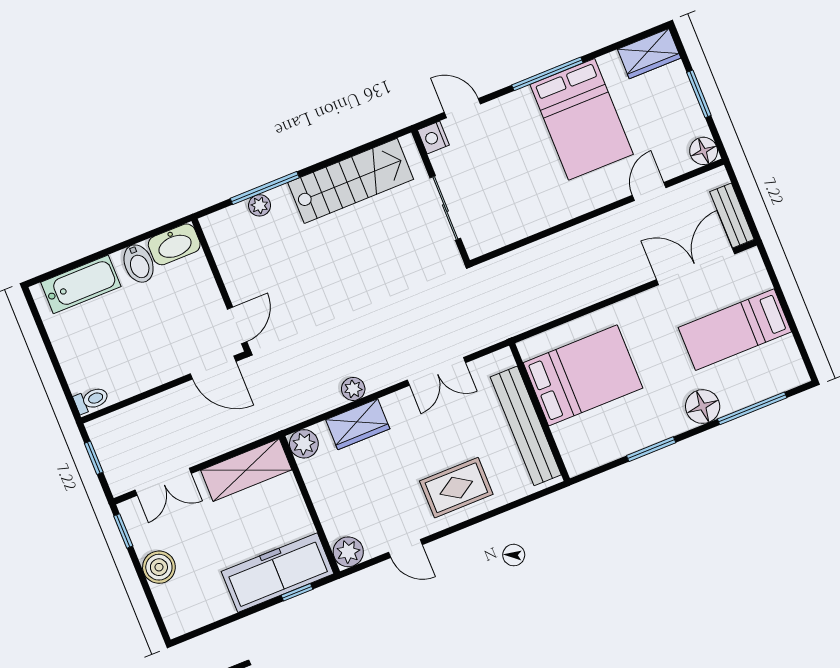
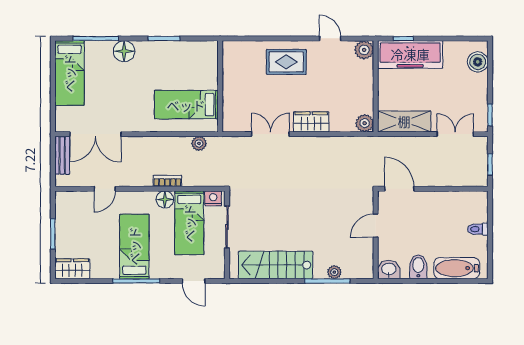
bed: (582, 119) -> (134, 246), width x0.67
nightstand: (433, 138) -> (213, 198), moved, turned -90
floor lamp: (704, 151) -> (165, 199), moved
bed: (504, 192) -> (189, 223), added
bookcase: (561, 240) -> (167, 181), added
washbasin: (174, 244) -> (389, 269), width x0.72
door: (237, 325) -> (376, 226), moved
bed: (735, 330) -> (69, 73), moved, turned 90
bed: (583, 375) -> (186, 105), width x0.67
plant: (353, 389) -> (199, 143), moved
toilet: (91, 400) -> (478, 229), moved
wardrobe: (358, 424) -> (311, 122), moved
bench: (526, 426) -> (231, 82), removed
boiler: (159, 567) -> (478, 62), moved

